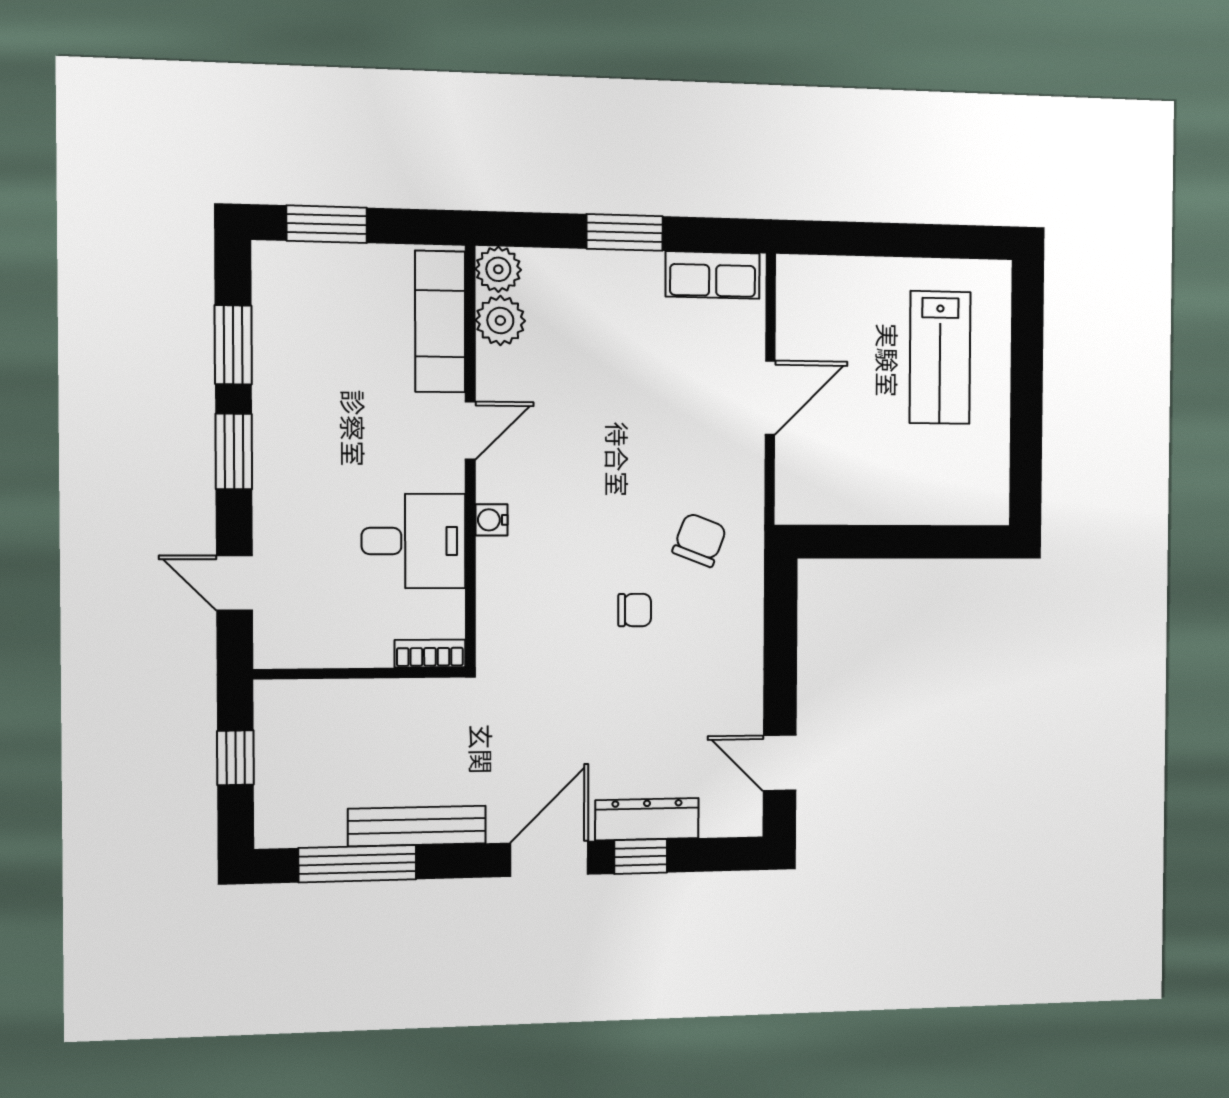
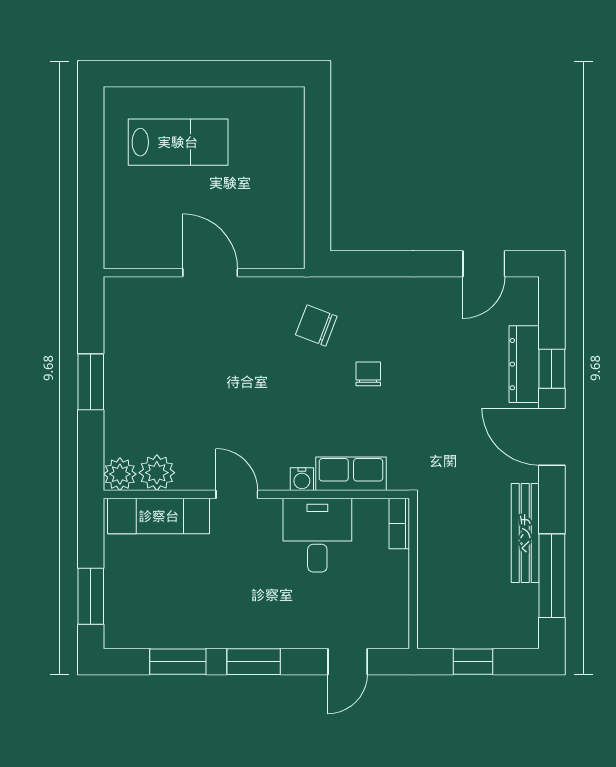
row of seats: (713, 275) -> (351, 474), moved, turned -90

